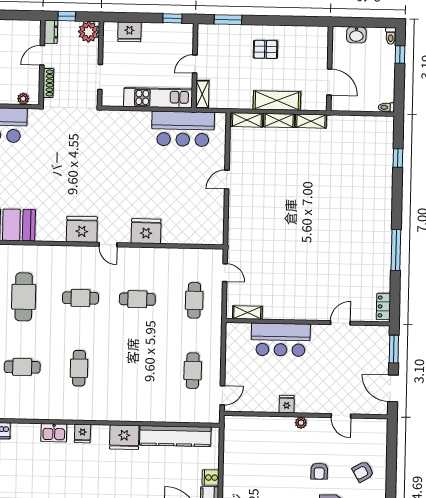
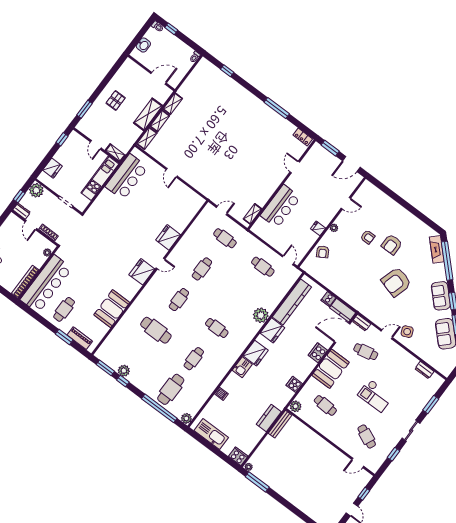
plant: (132, 410) -> (261, 315), added
fridge: (82, 434) -> (256, 353), width x1.88, depth x1.34
armchair: (363, 472) -> (323, 252), moved

